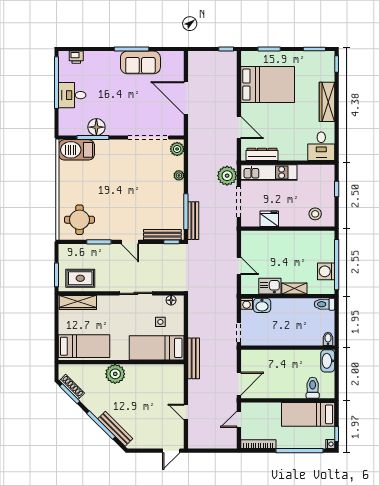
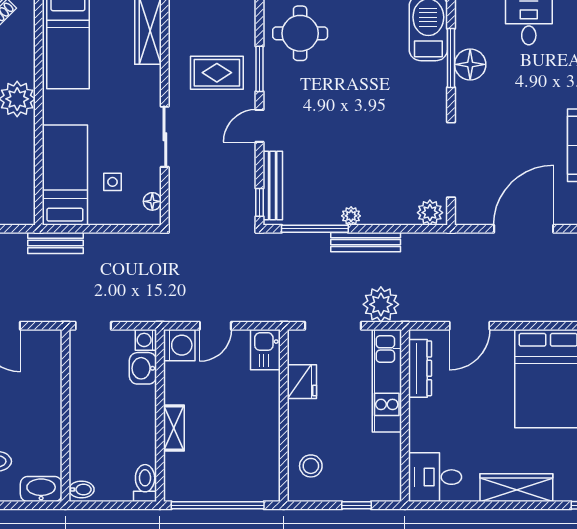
plant: (179, 175) -> (351, 216), moved
bench: (193, 221) -> (366, 242), moved
washing machine: (326, 271) -> (179, 345), moved, turned 90
rug: (80, 278) -> (217, 73), moved, turned 90
kitchen sink: (270, 286) -> (265, 350), moved, turned 180
bench: (194, 358) -> (56, 243), width x0.73

